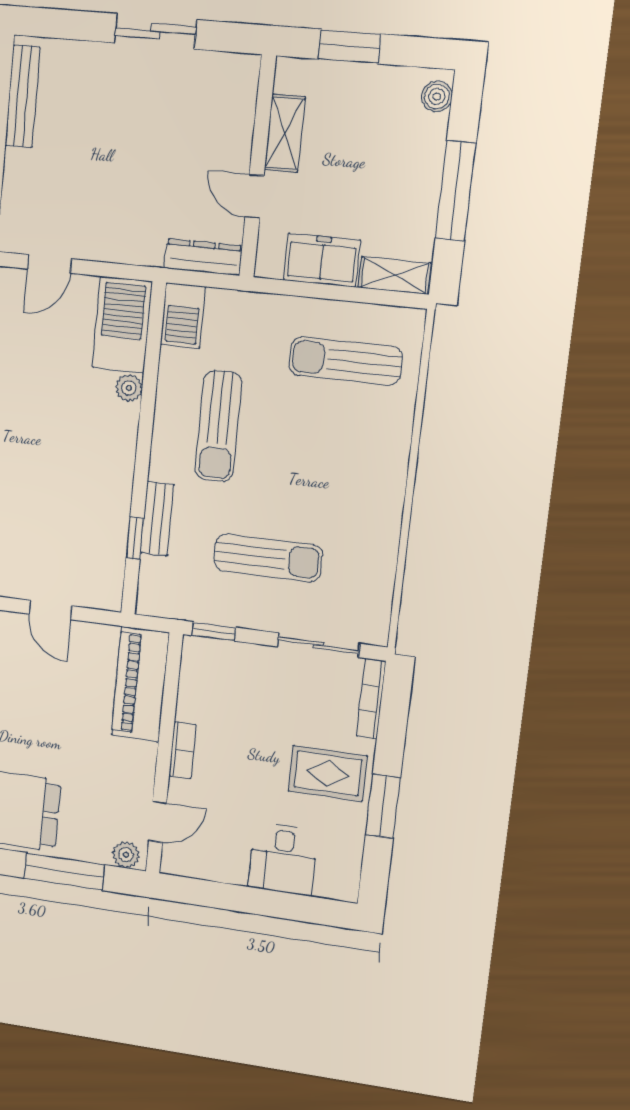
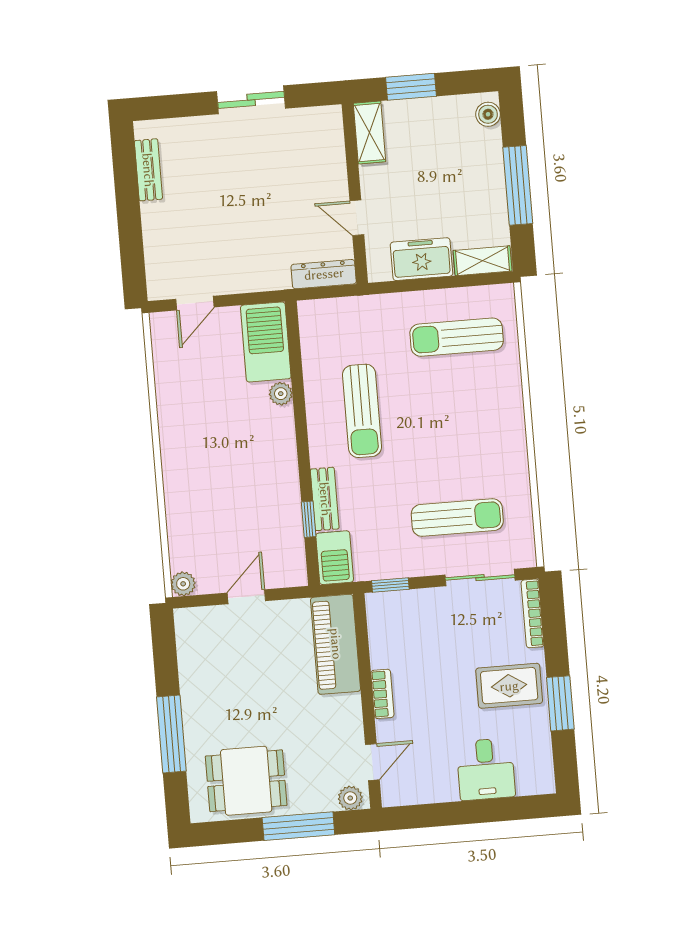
bench: (22, 96) -> (148, 170), width x0.73
shelving: (285, 133) -> (369, 132), moved
barbecue: (183, 316) -> (335, 558), moved
sun lounger: (268, 558) -> (457, 518), moved
door: (50, 610) -> (246, 597), swing flipped

